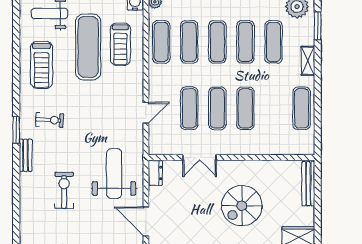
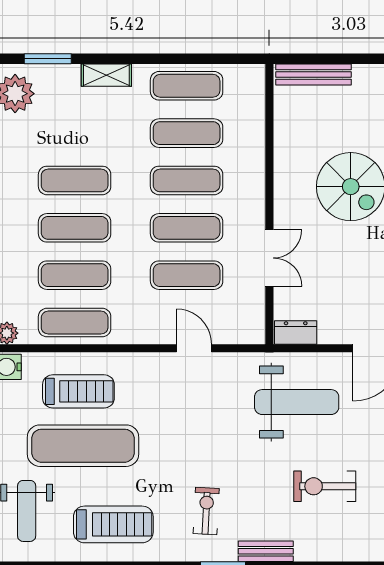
exercise mat: (274, 42) -> (187, 133), moved
weight bench: (114, 174) -> (297, 402), turned 180

